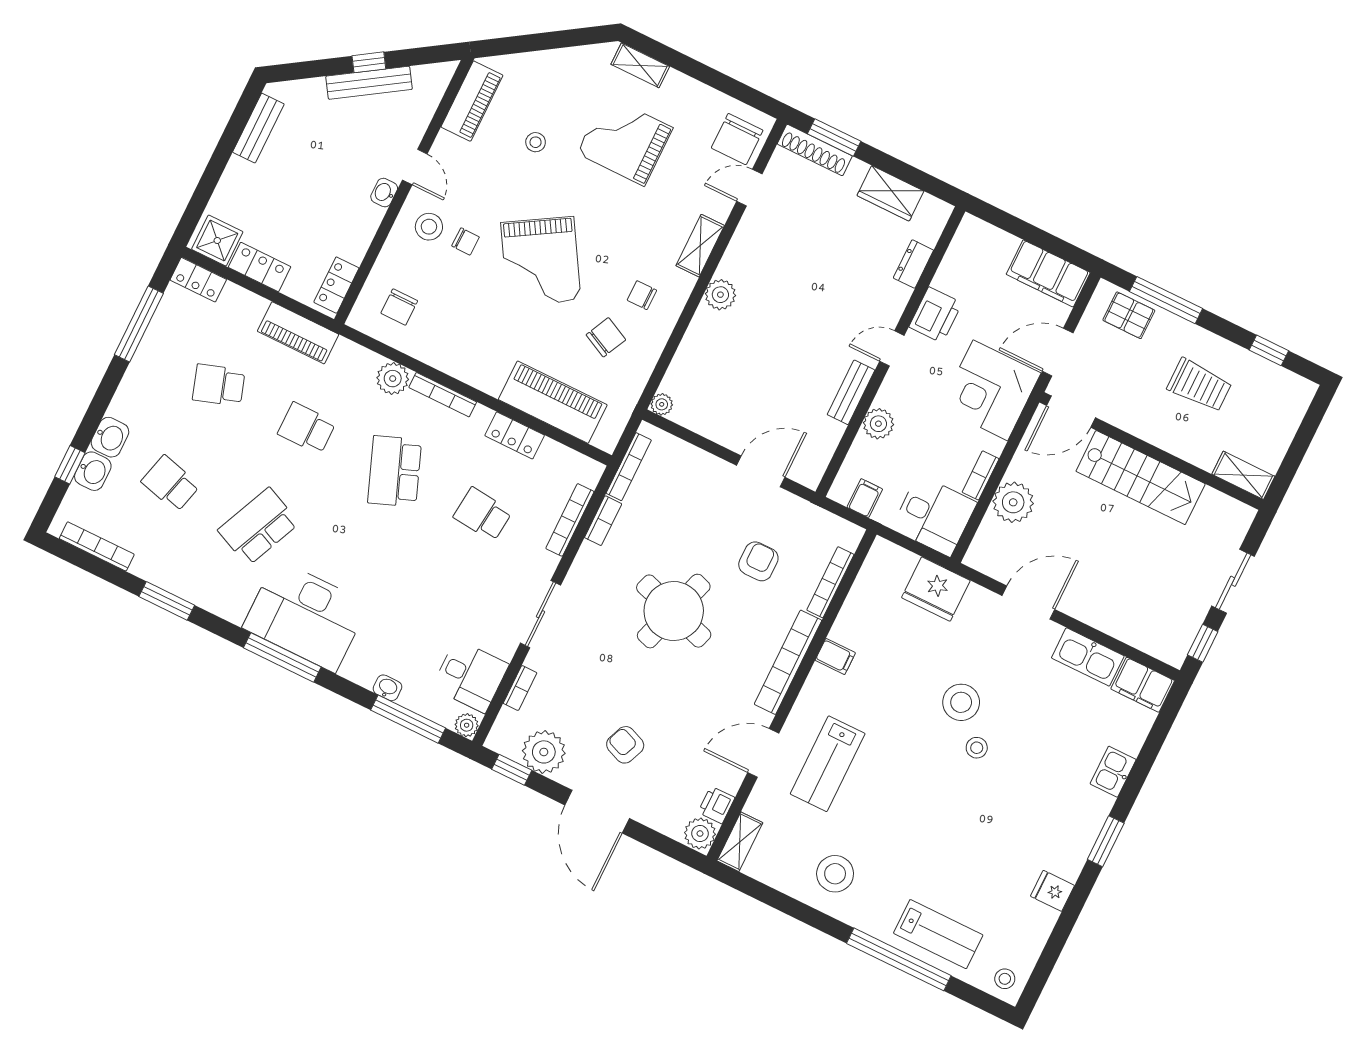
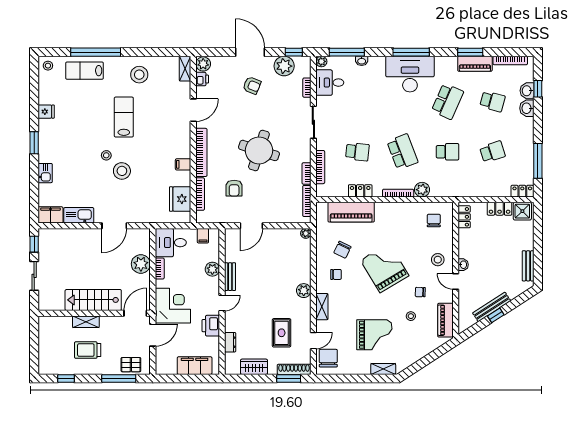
rug: (804, 233) -> (282, 333), added
chair: (465, 241) -> (420, 292), moved
filing cabinet: (1048, 273) -> (195, 366), moved
piano: (298, 333) -> (475, 64), moved, turned 180
shelving: (1243, 475) -> (86, 322), moved
fridge: (936, 589) -> (180, 199), moved, turned -90
lab bench: (828, 764) -> (124, 117), moved

